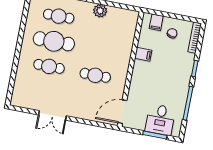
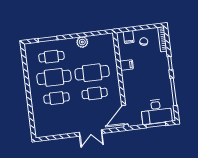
cafe table: (100, 50) -> (92, 73), added
double door: (52, 115) -> (91, 133), moved
desk: (160, 120) -> (156, 112), width x1.37

